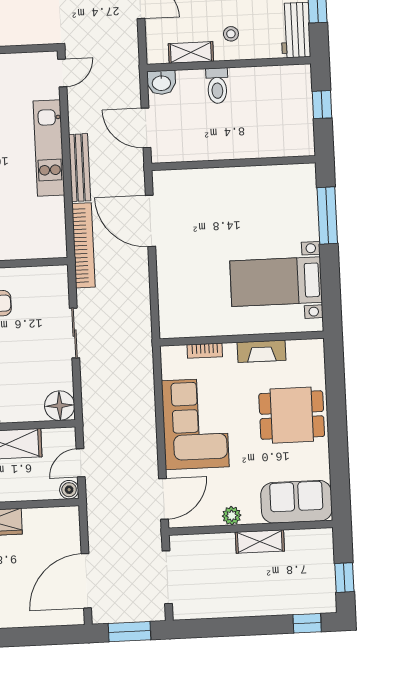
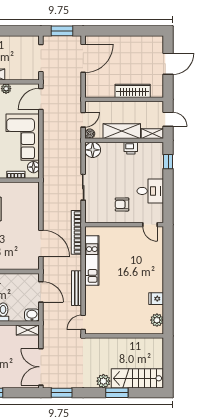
shelving: (191, 52) -> (28, 330), moved
kitchen unit: (49, 148) -> (92, 261), moved
bench: (80, 168) -> (76, 288), moved
floor lamp: (172, 367) -> (33, 167), added
boiler: (69, 490) -> (90, 134), moved

